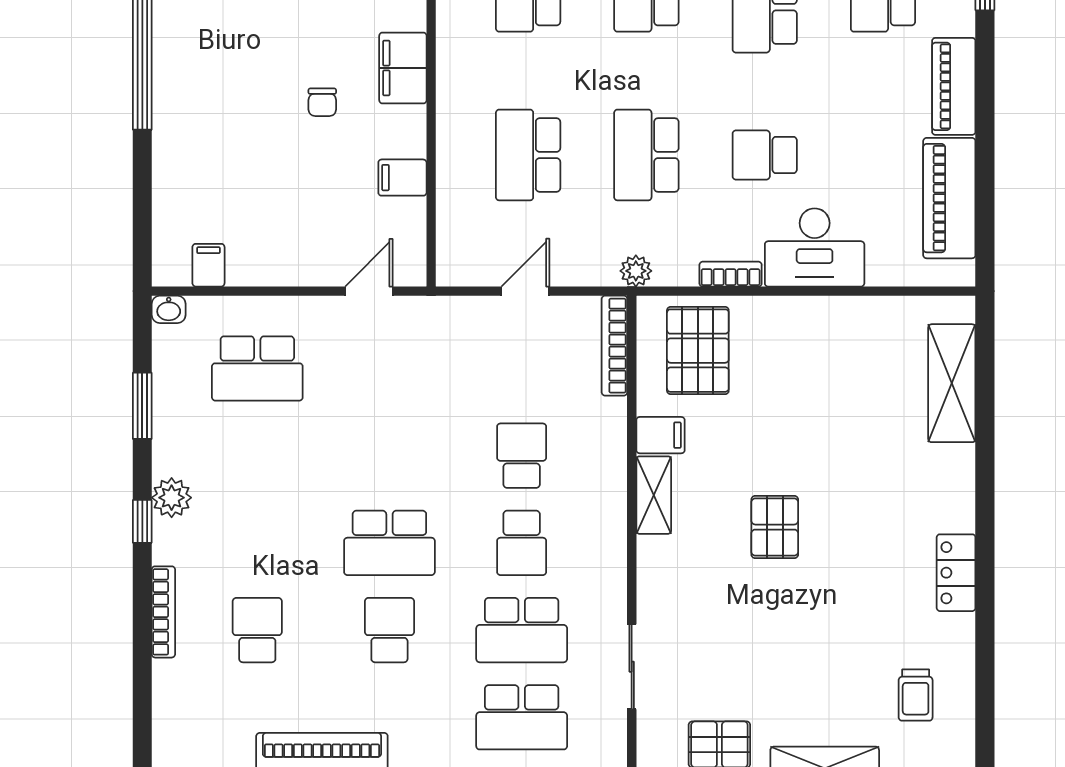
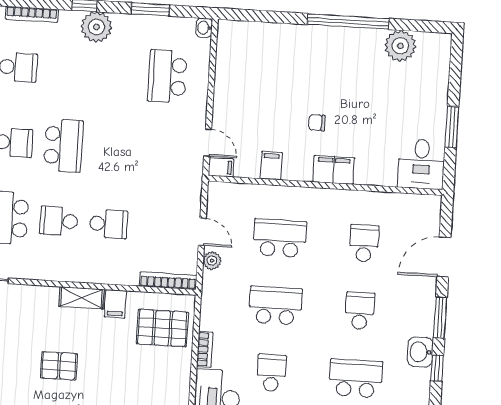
filing cabinet: (208, 265) -> (221, 167), moved
plant: (636, 271) -> (212, 261), moved
plant: (172, 498) -> (96, 27), width x1.36, depth x1.36
school desk: (389, 543) -> (63, 146), turned 180

